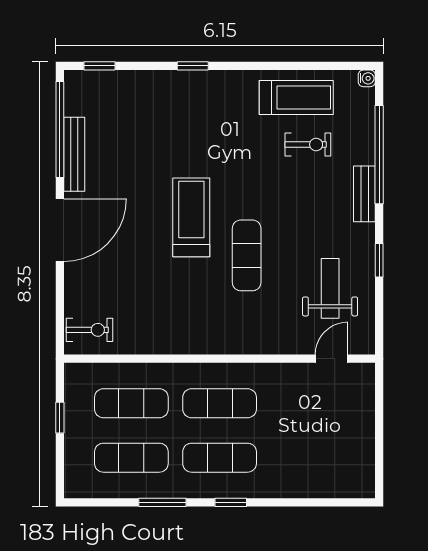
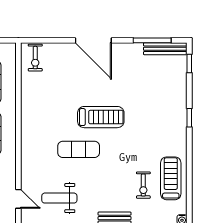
treadmill: (296, 98) -> (171, 178), turned 180
window: (60, 130) -> (152, 40), width x0.68
bench: (74, 154) -> (165, 49), moved
weight bench: (330, 288) -> (59, 198), turned 180

